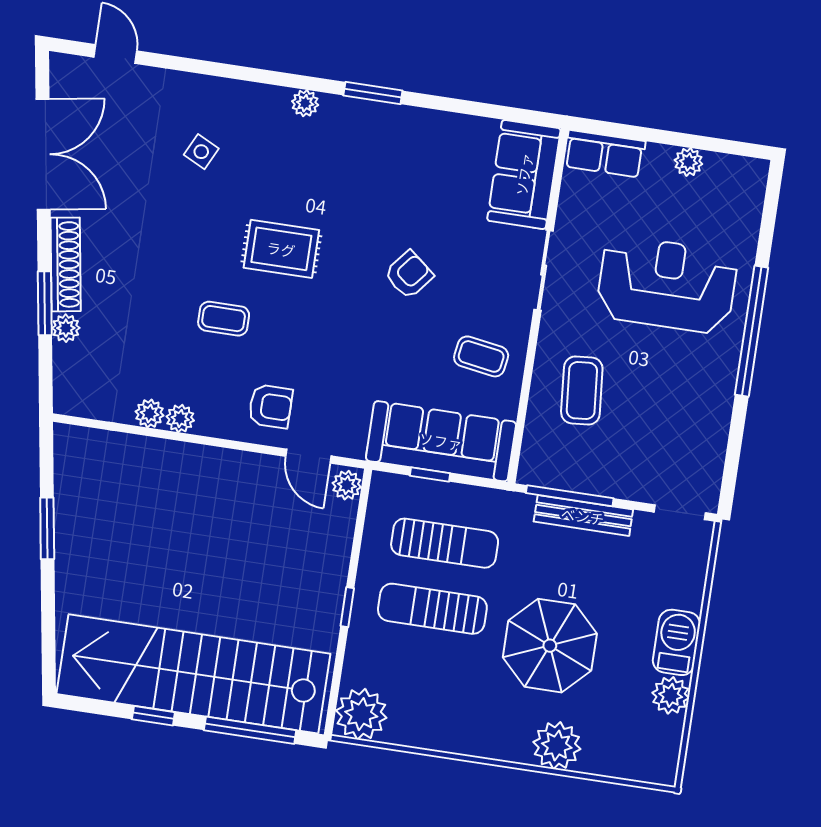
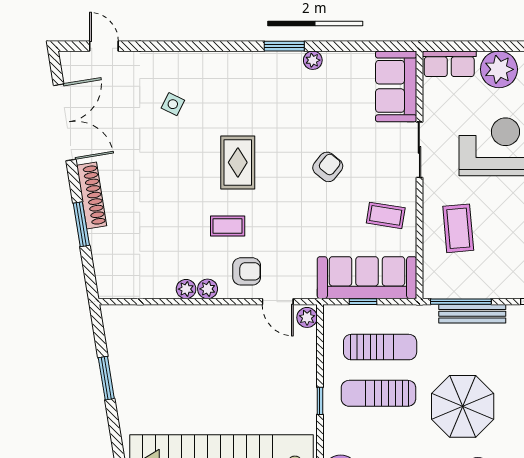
plant: (305, 103) -> (313, 60), moved
plant: (688, 162) -> (499, 69), width x1.87, depth x1.87
rug: (281, 249) -> (238, 162), turned 90
coffee table: (224, 319) -> (228, 226), moved
plant: (66, 328) -> (98, 239), removed
plant: (150, 414) -> (208, 289), moved

